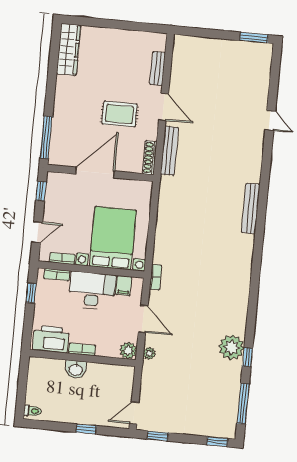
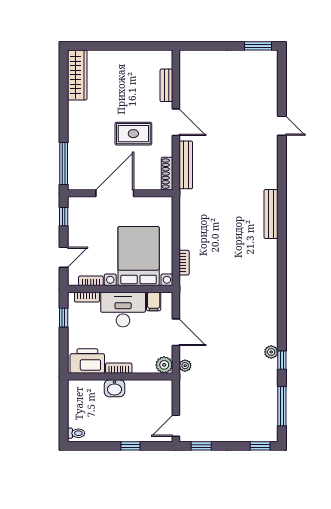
bookcase: (156, 277) -> (184, 263), moved
plant: (232, 347) -> (271, 352), width x0.53, depth x0.53

